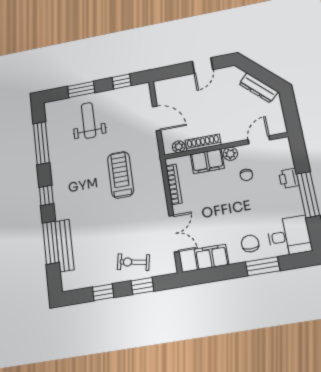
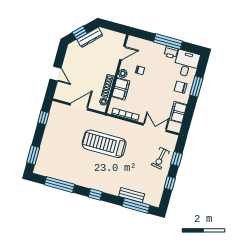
door: (203, 66) -> (56, 74), moved
window: (258, 72) -> (80, 33), added
window: (81, 89) -> (33, 155), moved
weight bench: (89, 120) -> (59, 149), removed
door: (259, 140) -> (122, 53), swing flipped
treadmill: (121, 175) -> (104, 144), width x1.37, depth x1.37
printer: (289, 178) -> (171, 52), moved
window: (51, 243) -> (136, 206), moved
bench: (64, 245) -> (132, 195), width x0.73

